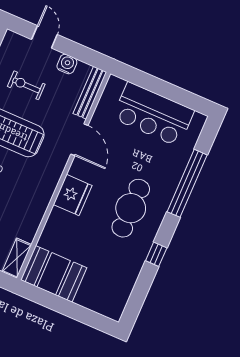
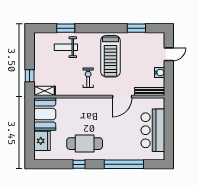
exercise bike: (26, 85) -> (88, 78), moved
fridge: (73, 195) -> (42, 141), moved, turned -90
cafe table: (131, 208) -> (85, 144), moved

